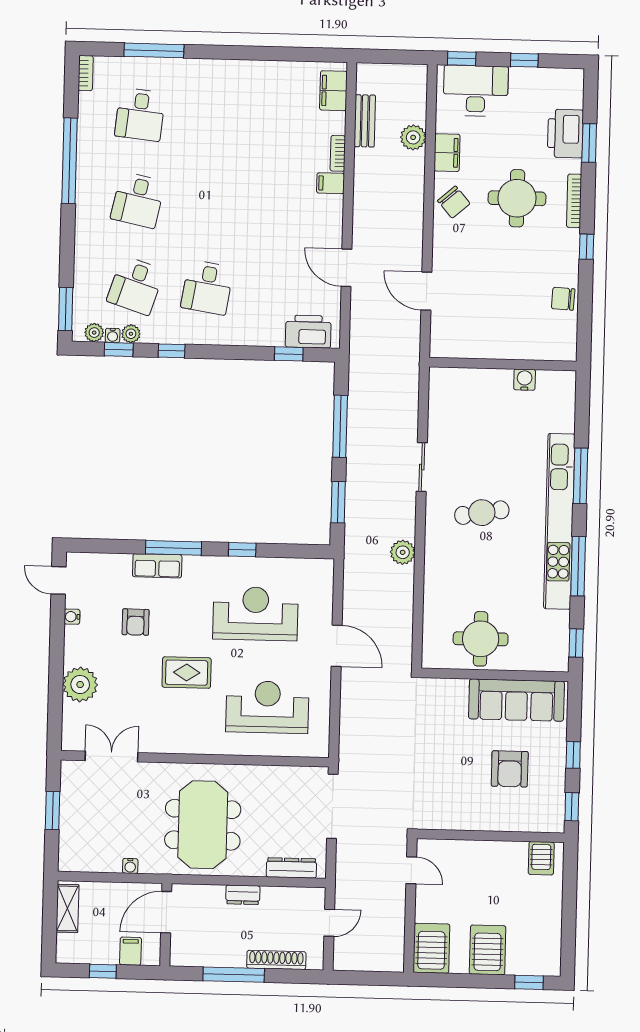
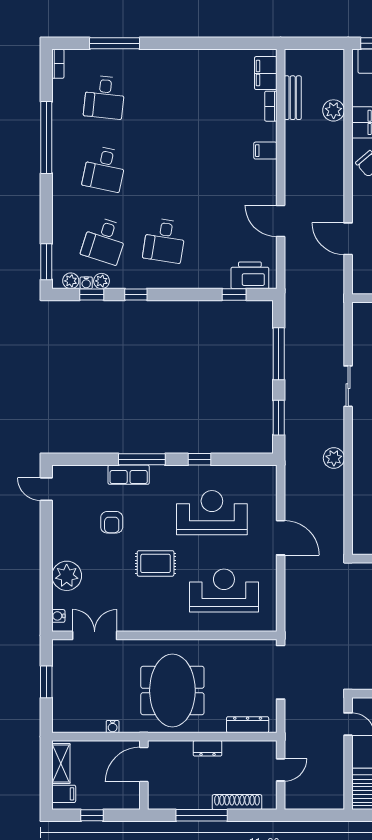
bookcase: (338, 153) -> (271, 106), moved
water cooler: (72, 617) -> (58, 616), moved
filing cabinet: (131, 951) -> (64, 794), moved, turned 90

